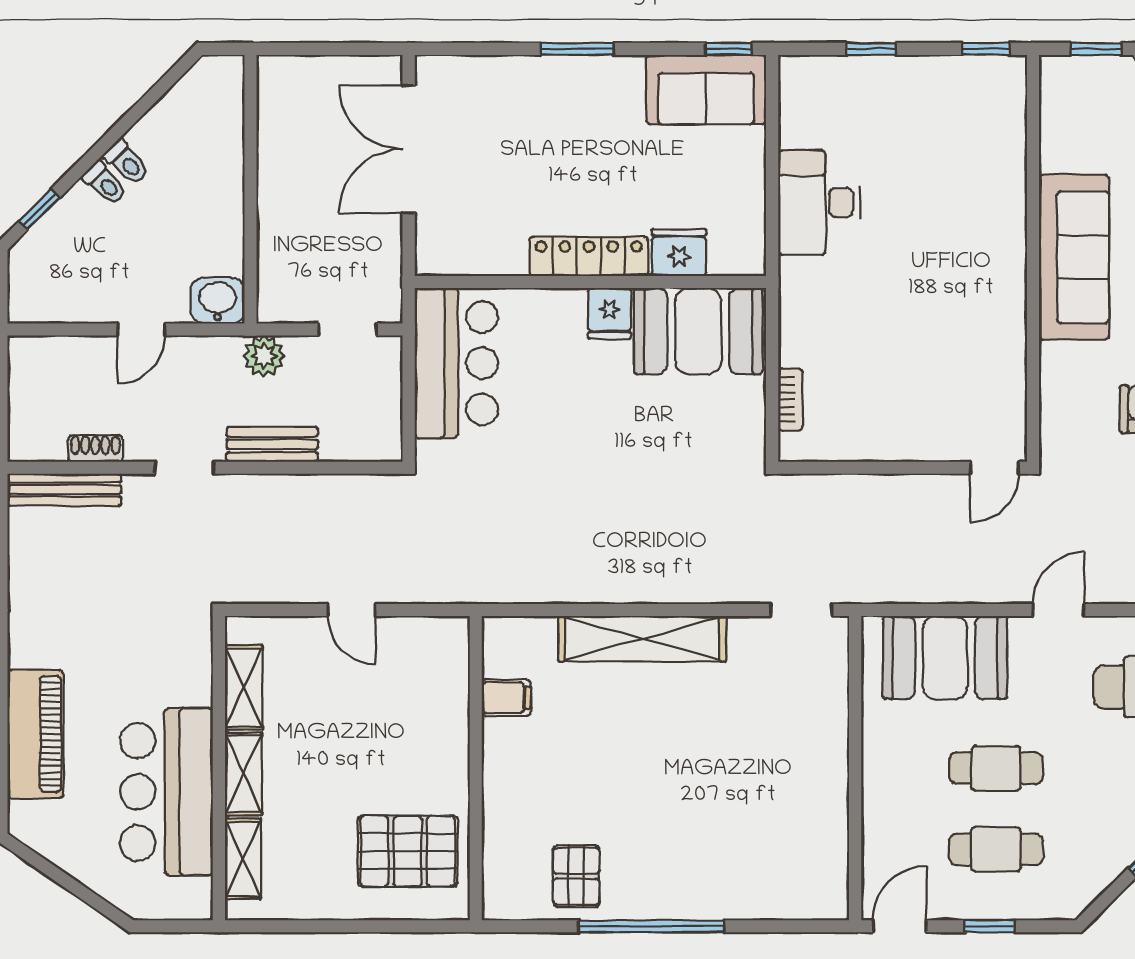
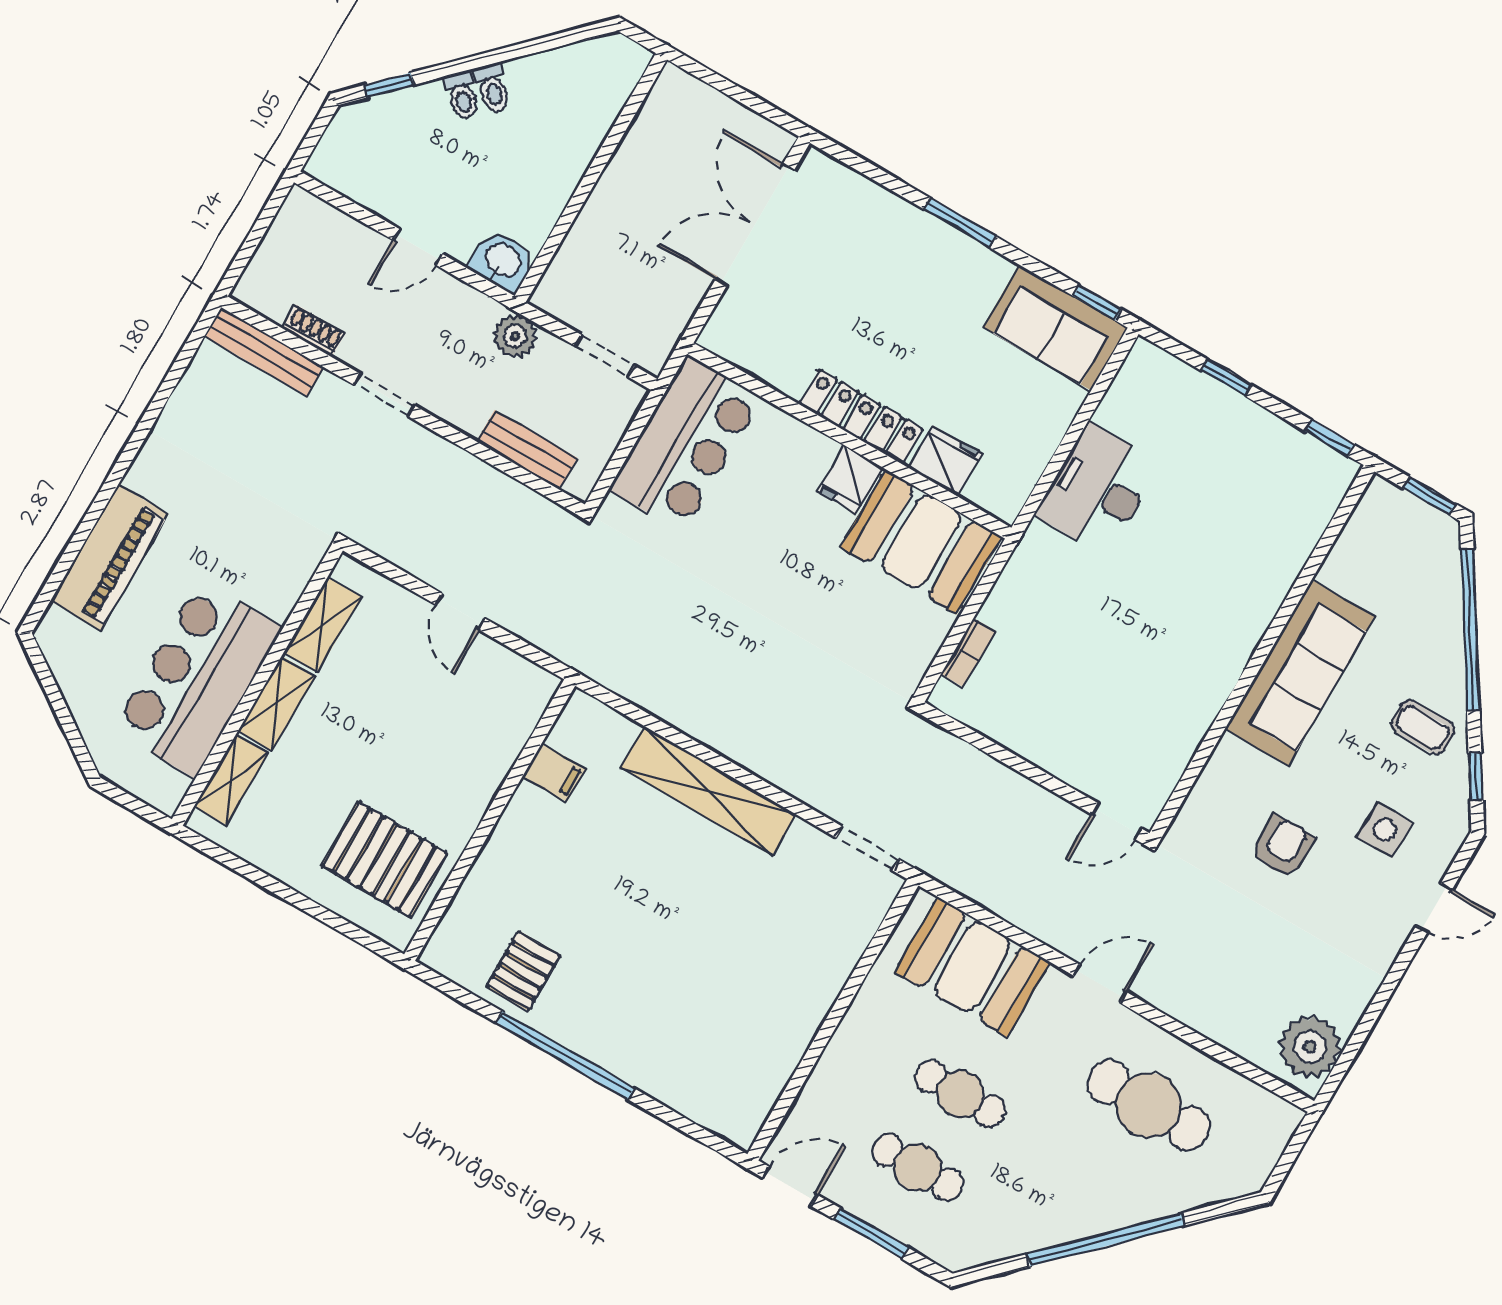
bench: (272, 444) -> (527, 450), moved
window: (989, 926) -> (871, 1233), width x1.50

